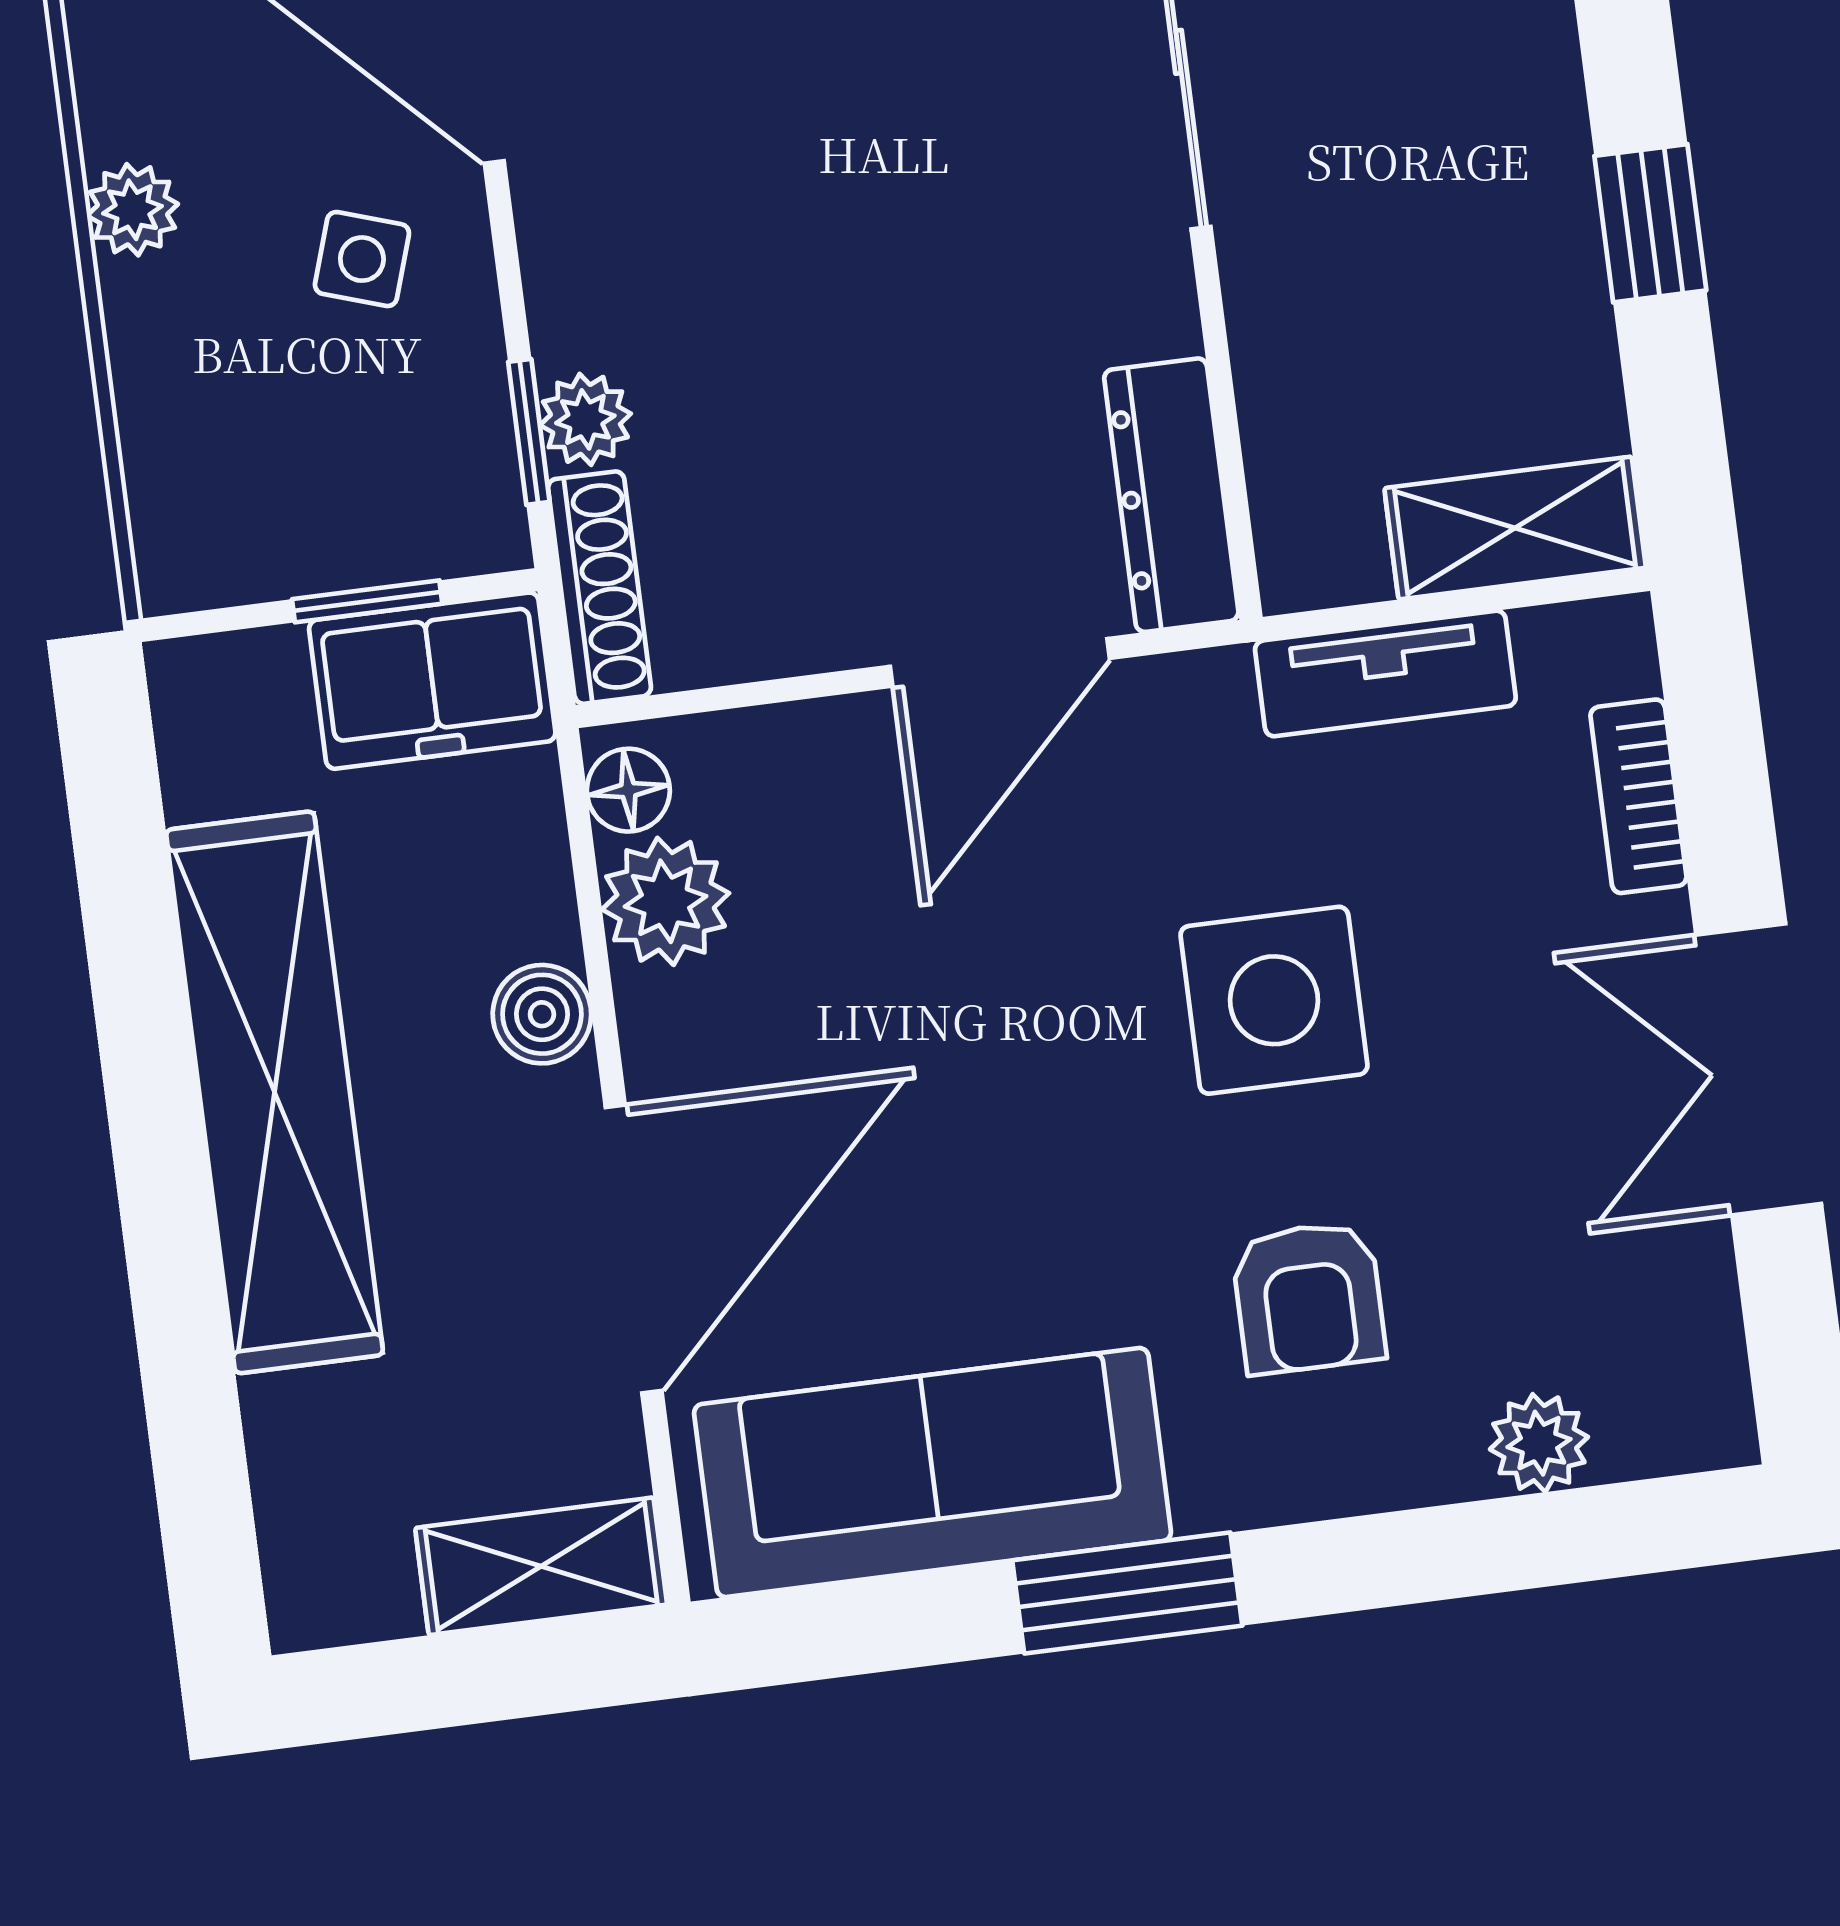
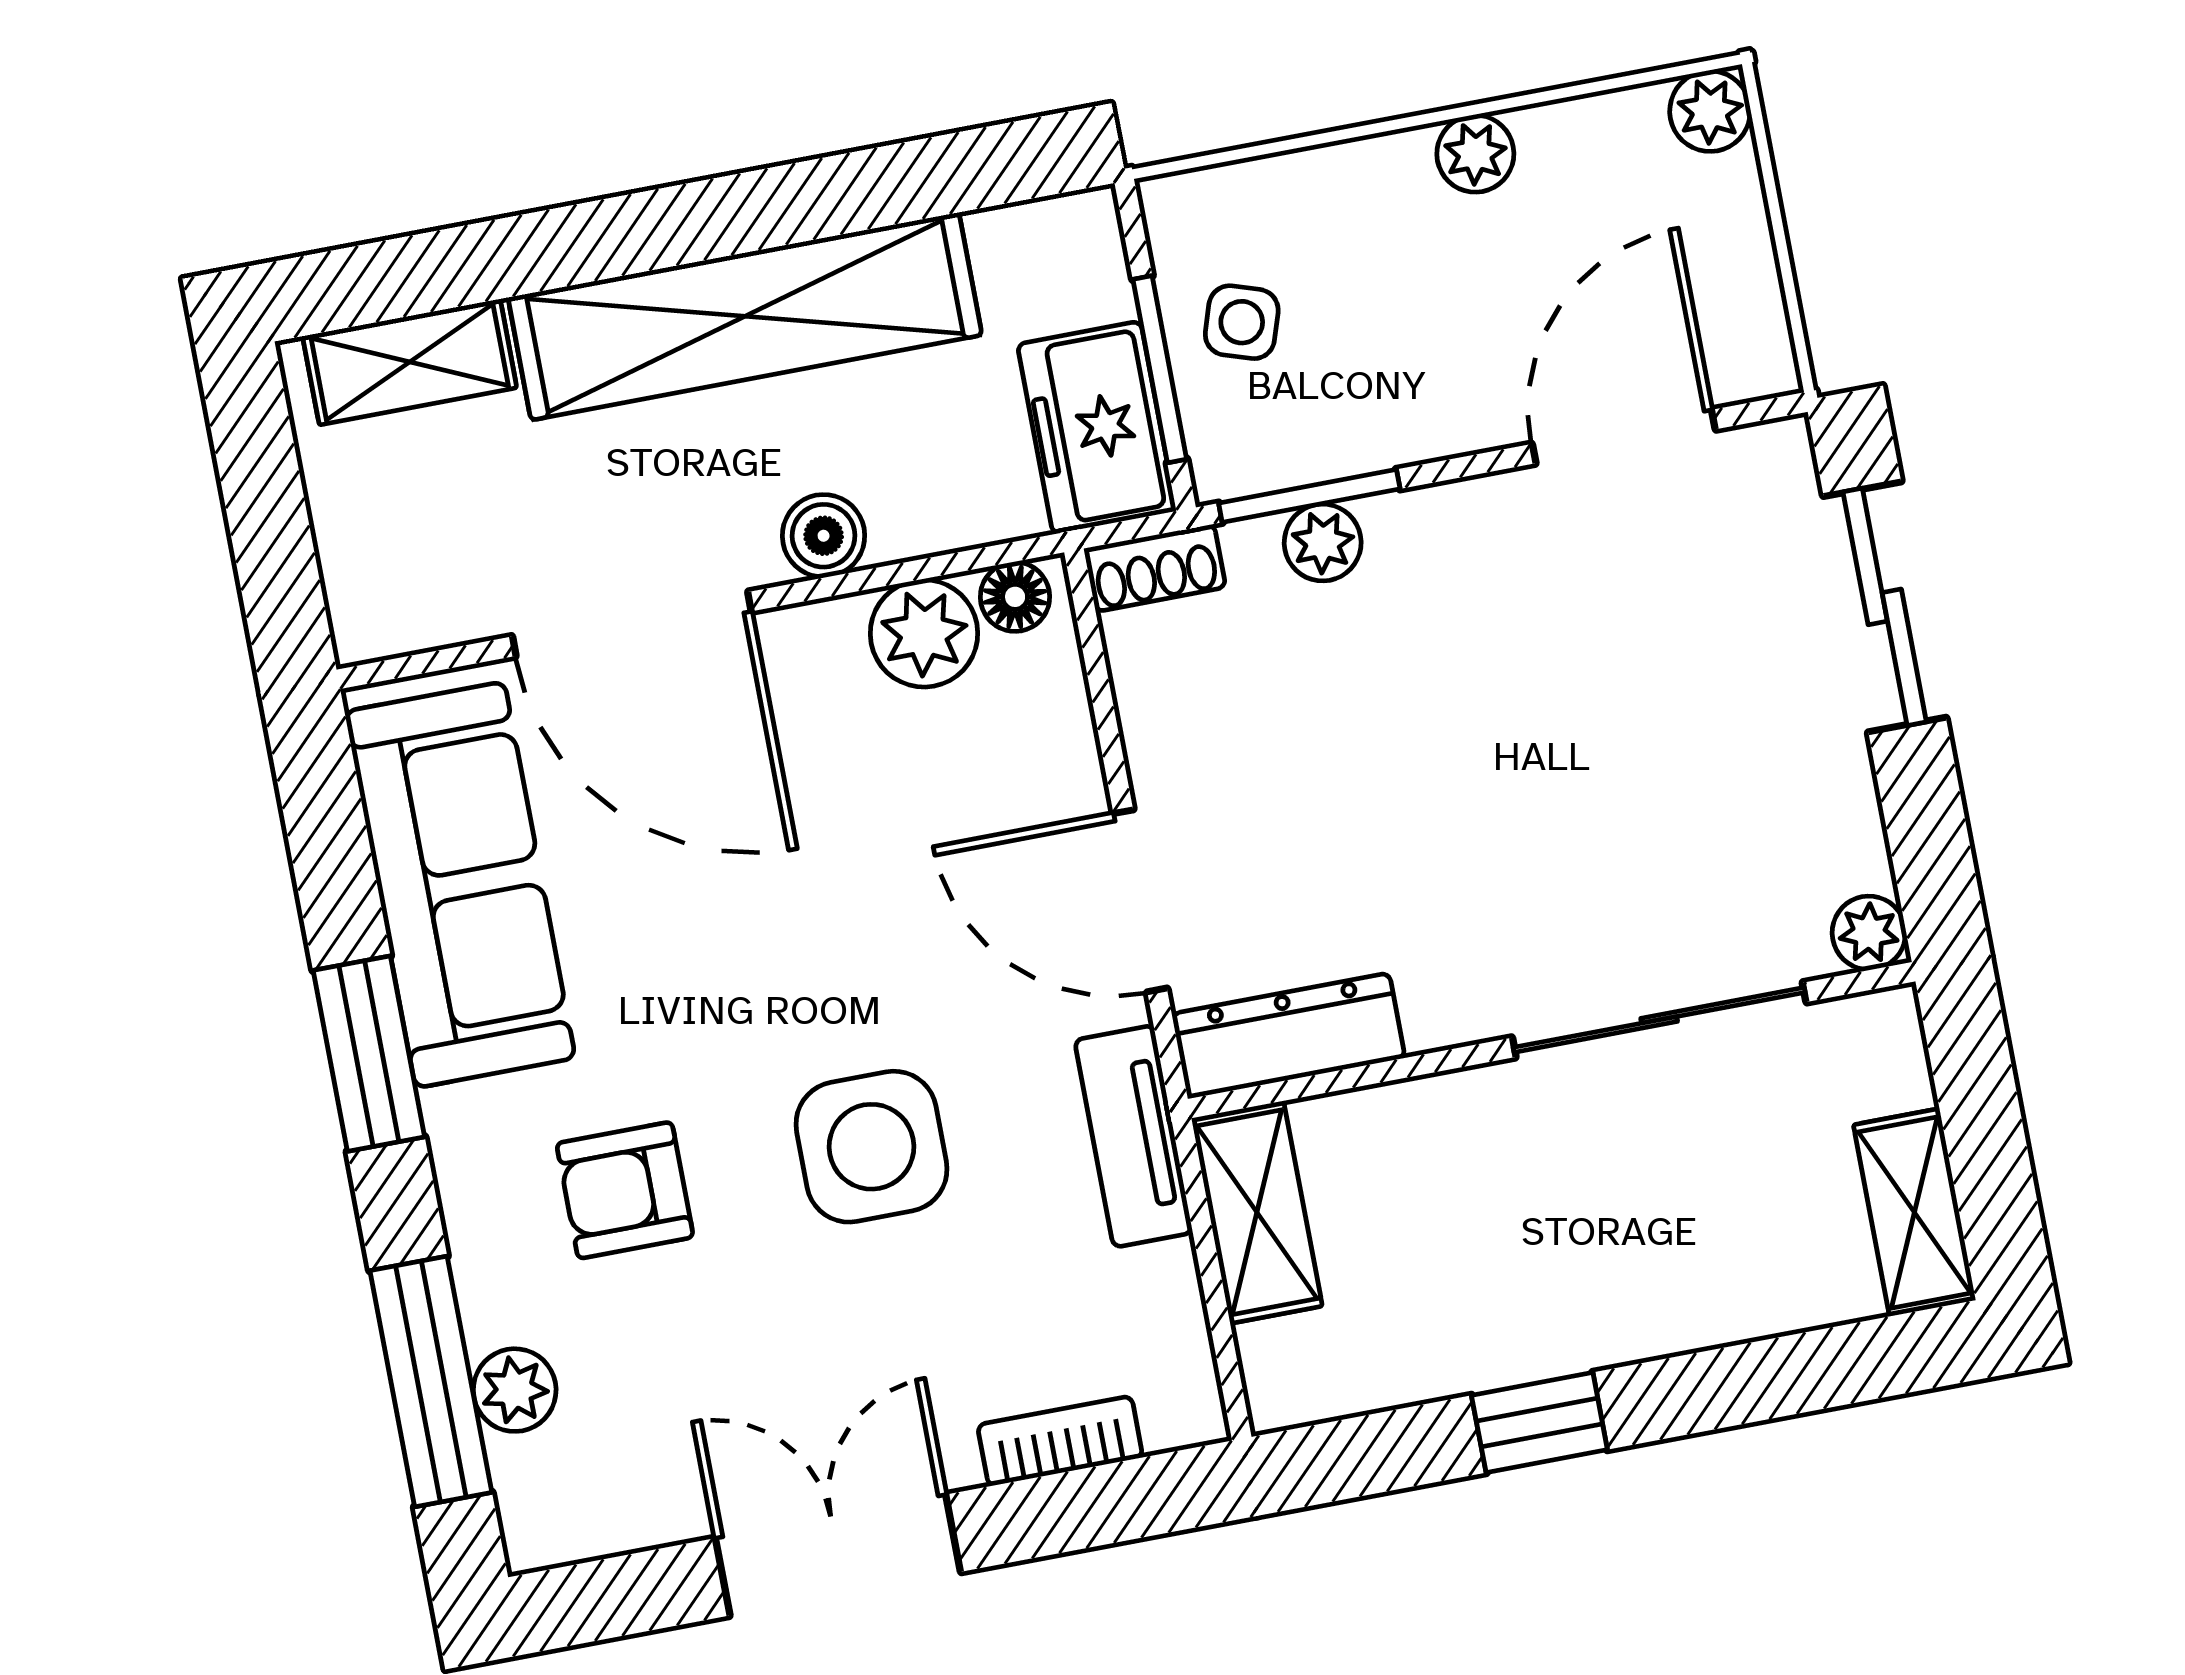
side table: (362, 259) -> (1242, 322), moved
window: (529, 432) -> (1309, 496), width x1.50
shelving: (1515, 528) -> (1257, 1212), moved
shoe rack: (599, 588) -> (1155, 568), width x0.70
window: (367, 601) -> (1160, 369), width x1.50
tv unit: (1385, 673) -> (1134, 1136), moved
window: (1523, 1542) -> (431, 1381), added
shelving: (541, 1566) -> (410, 362), moved, turned 90

